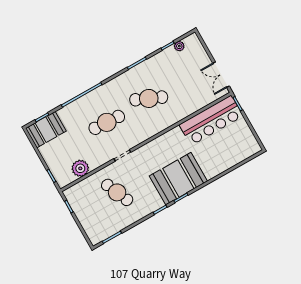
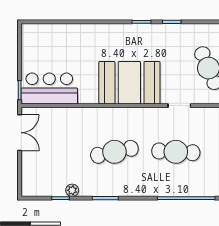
plant: (179, 46) -> (72, 190), moved
cafe table: (149, 98) -> (114, 152), turned -36
bar counter: (211, 120) -> (49, 88), width x0.73
booth: (178, 179) -> (129, 83), moved

